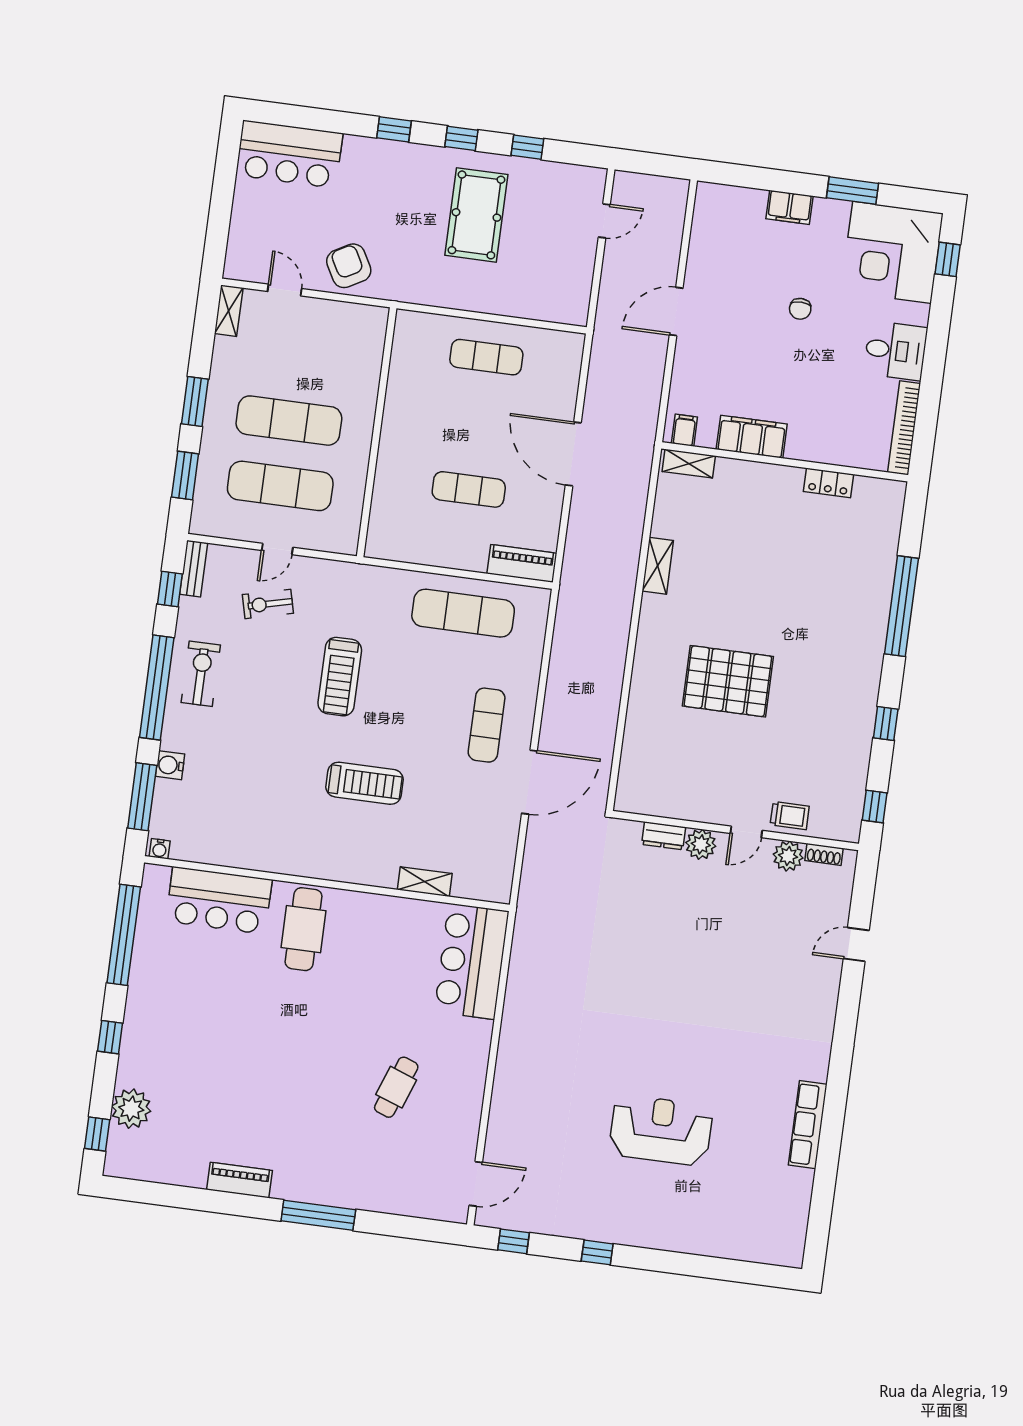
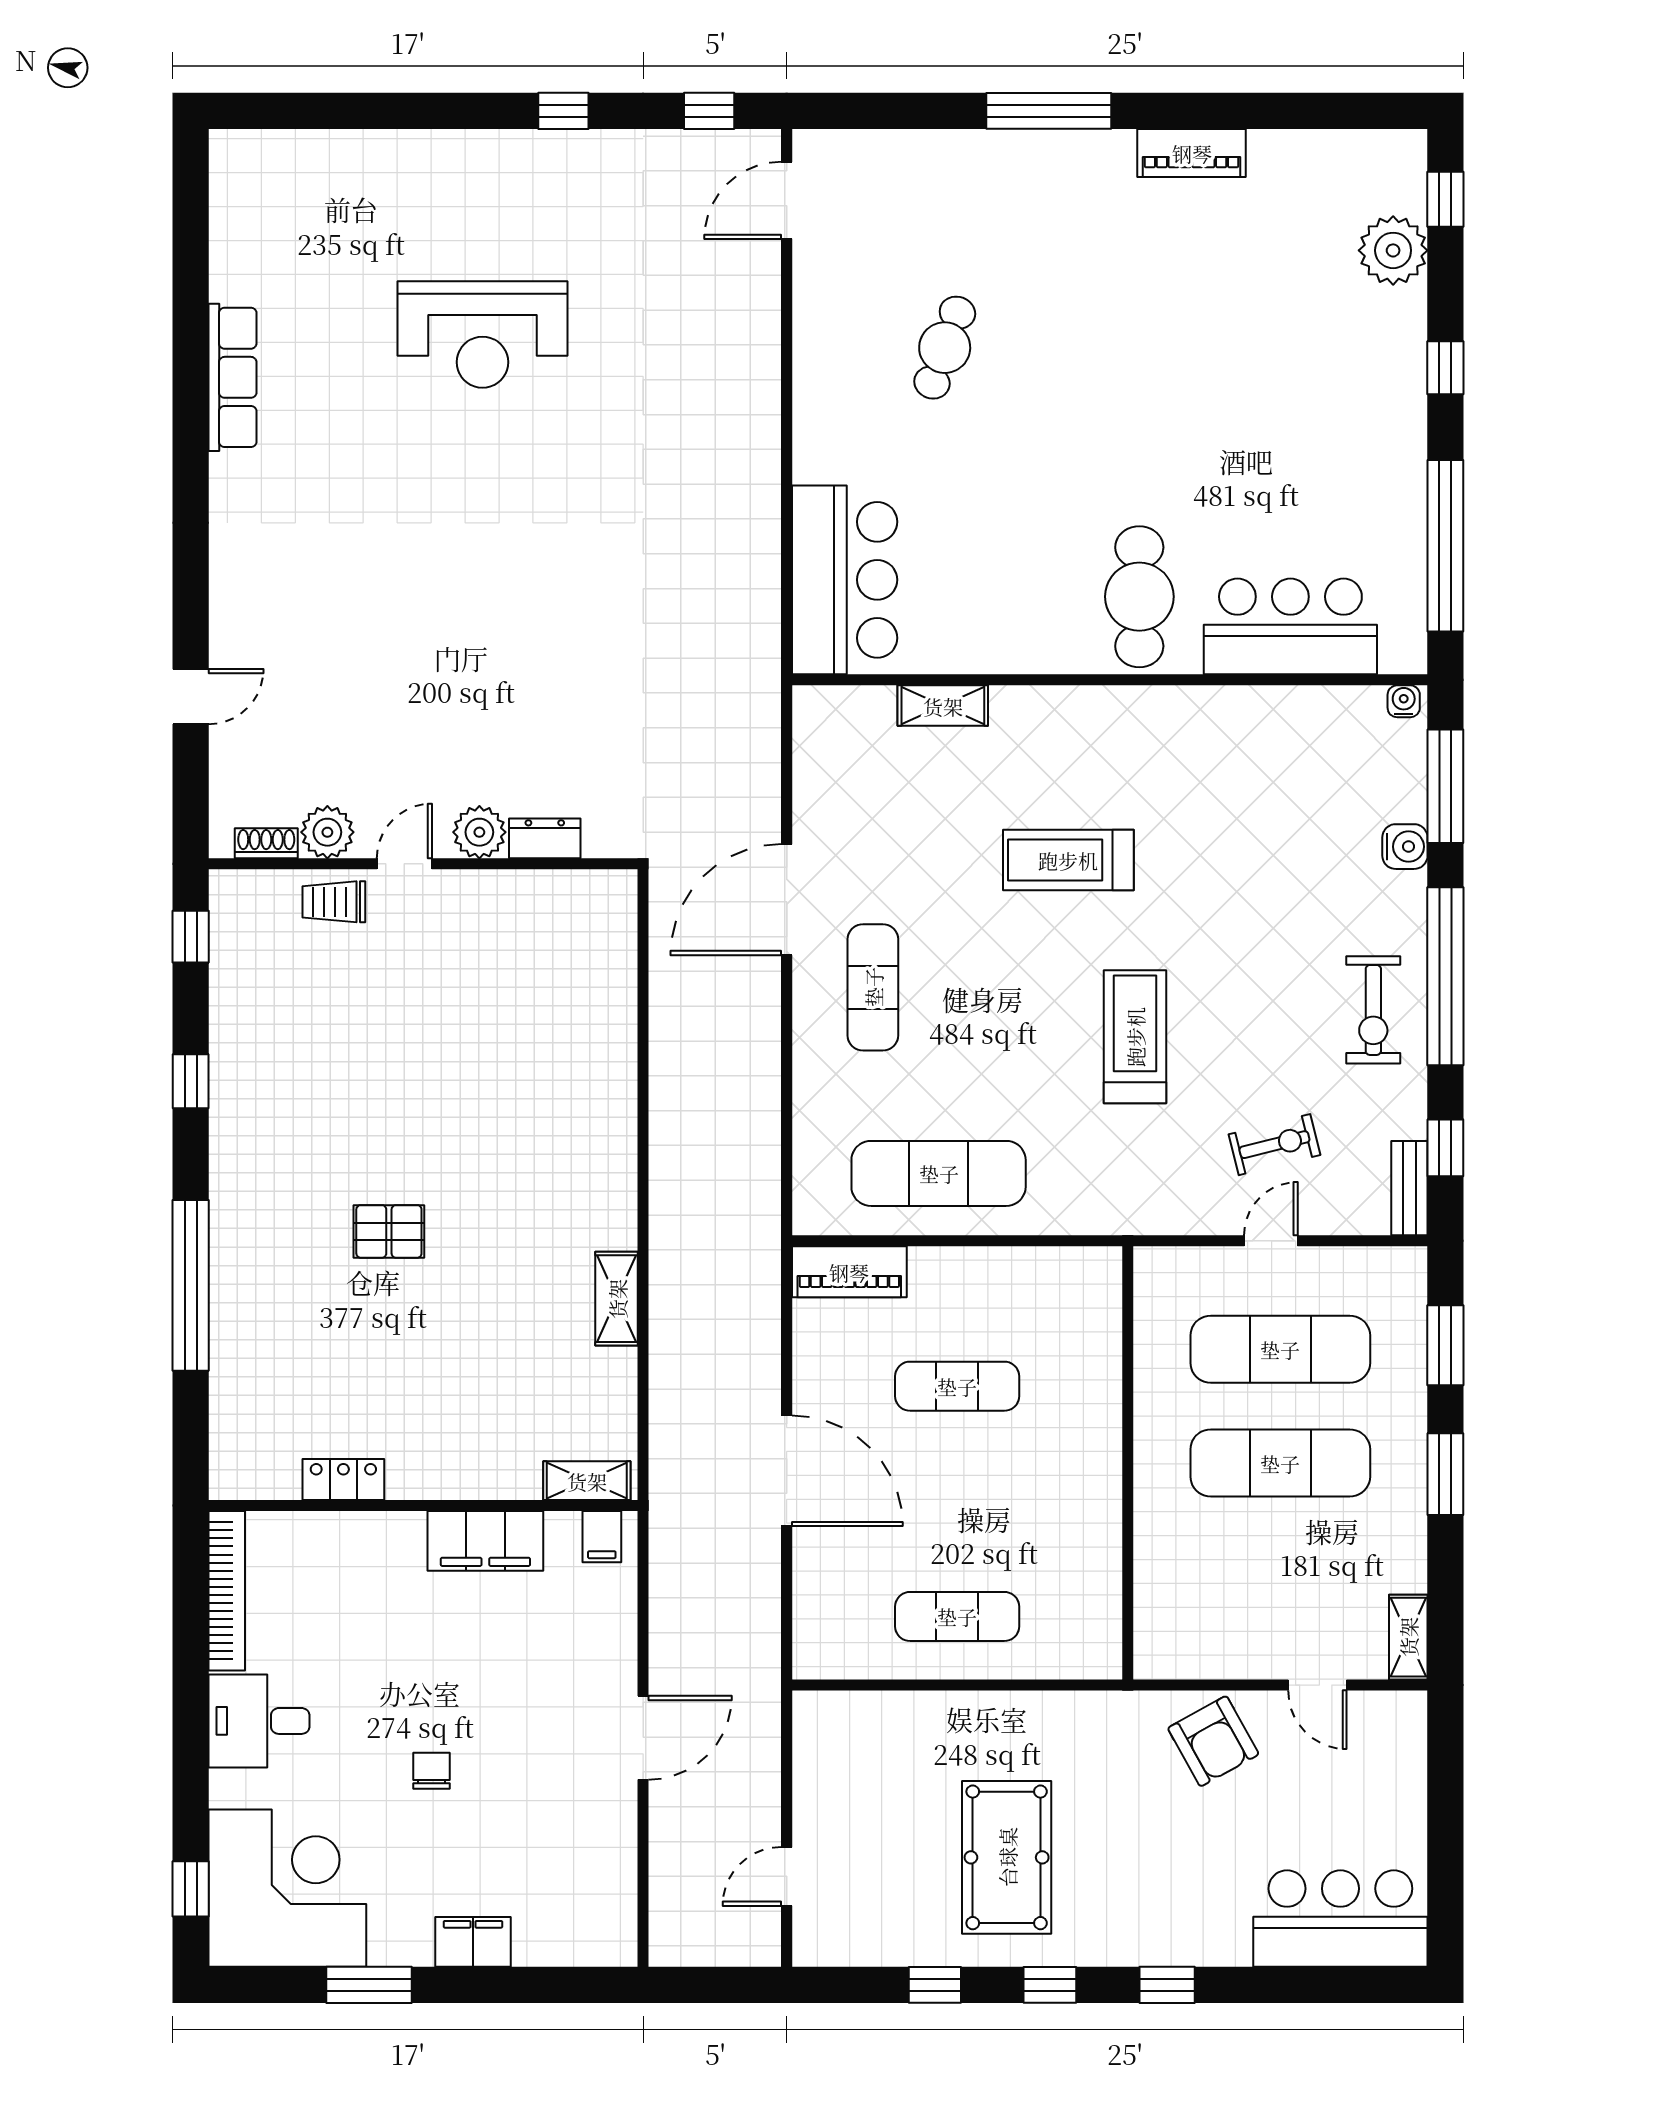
pallet: (728, 681) -> (389, 1231), moved, width x0.49, depth x0.50

